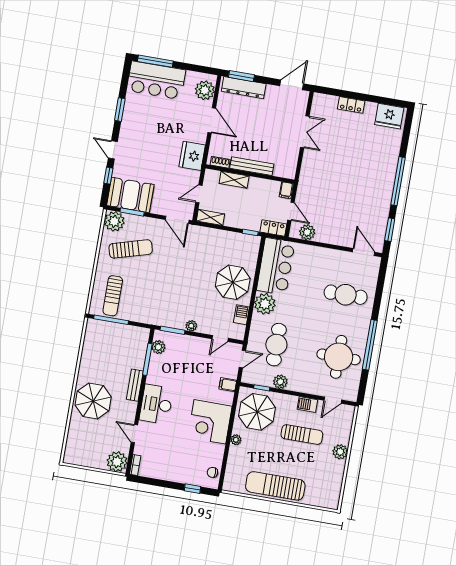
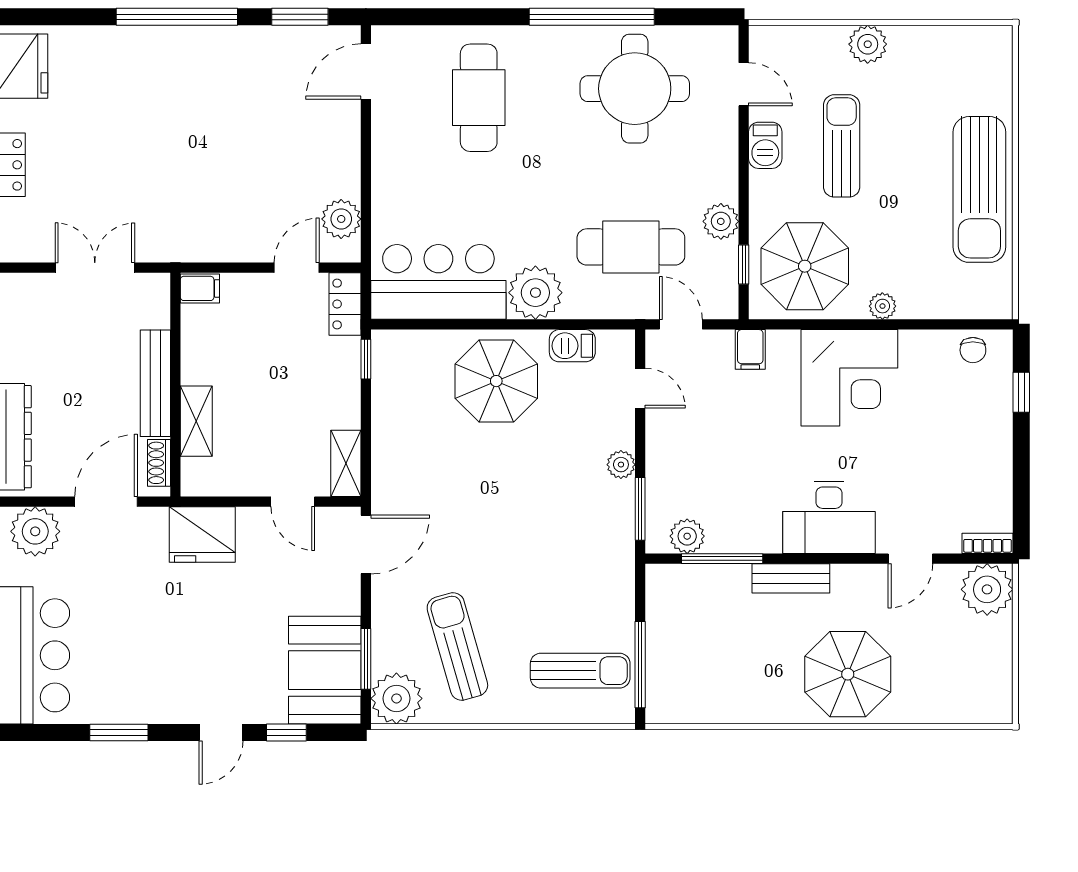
shoe rack: (220, 162) -> (159, 463), moved
bench: (252, 166) -> (155, 383), moved
wall: (250, 174) -> (175, 385), moved
shelving: (234, 180) -> (196, 421), moved
filing cabinet: (286, 190) -> (200, 288), moved

